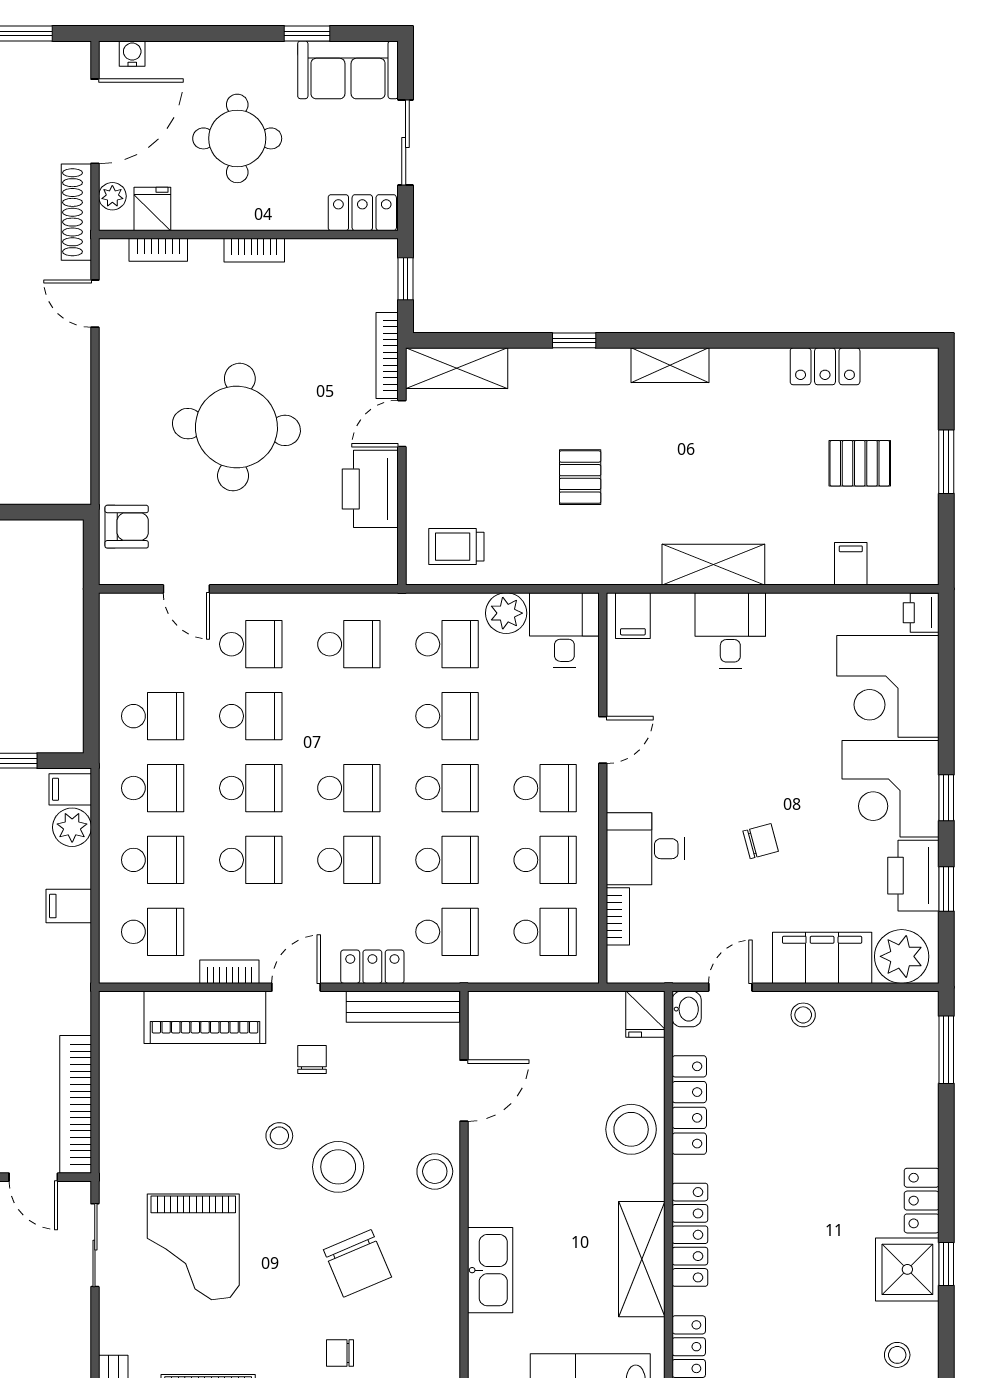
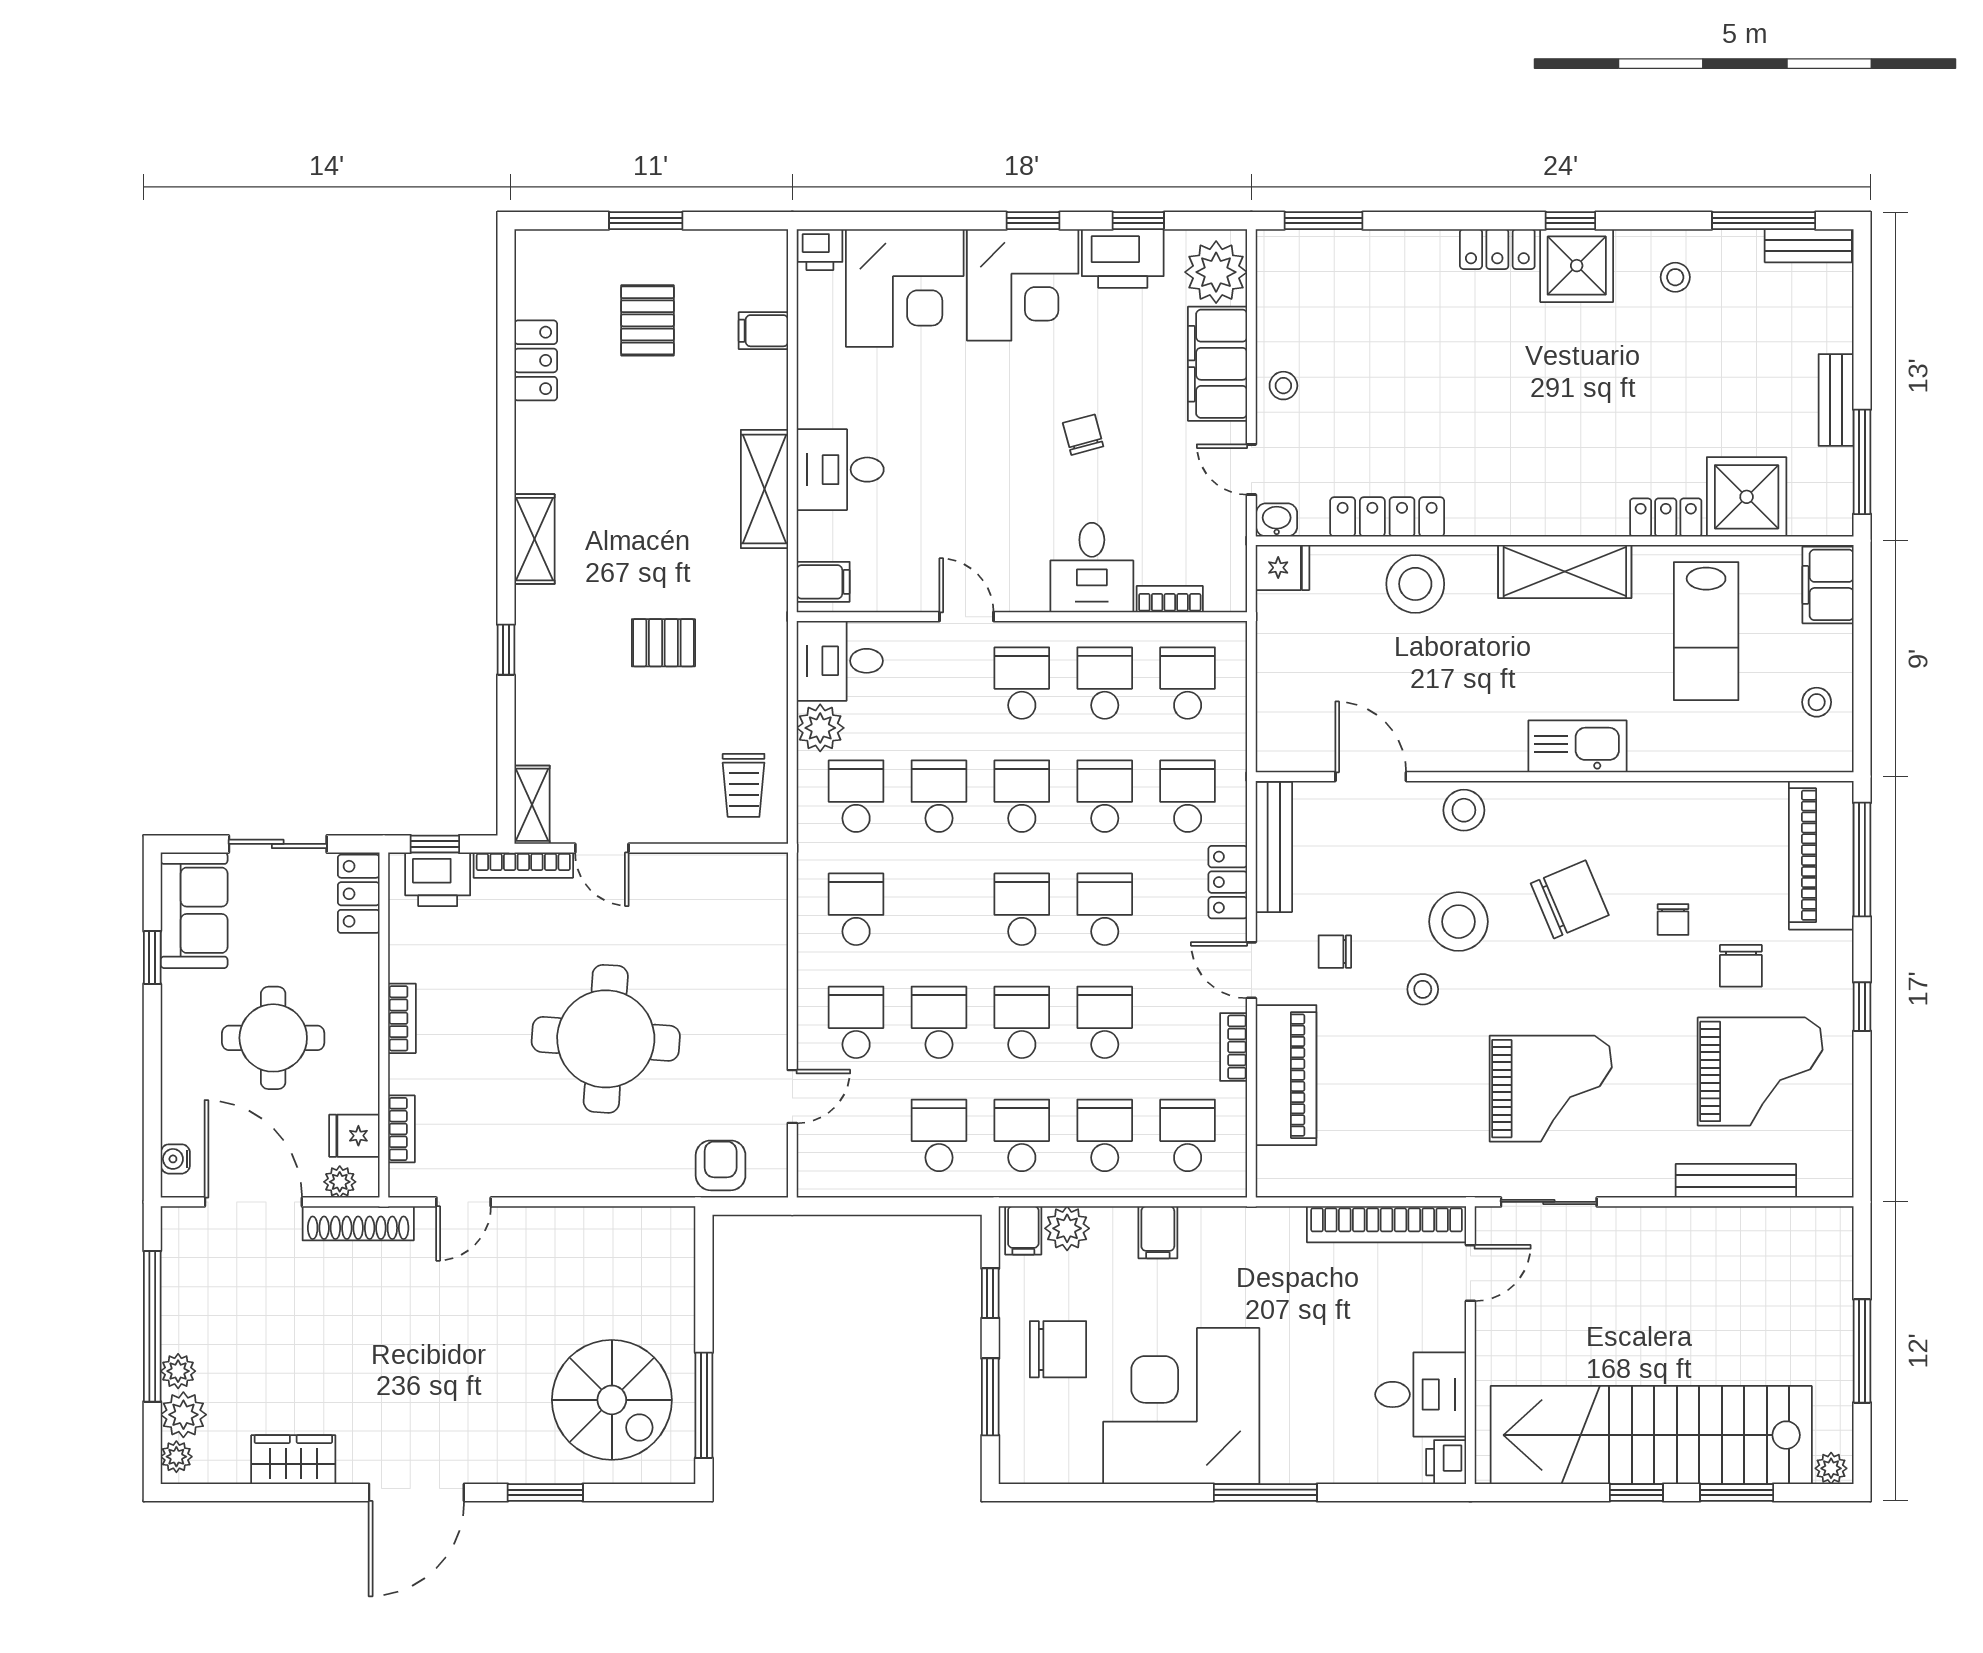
shelving: (457, 368) -> (532, 805), width x0.67, depth x0.75
printer: (370, 489) -> (438, 879), moved, width x0.73, depth x0.84
locker: (690, 1235) -> (1537, 516), removed

